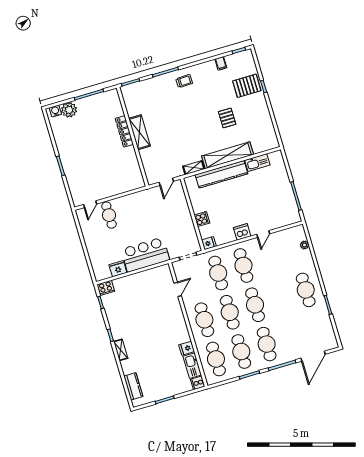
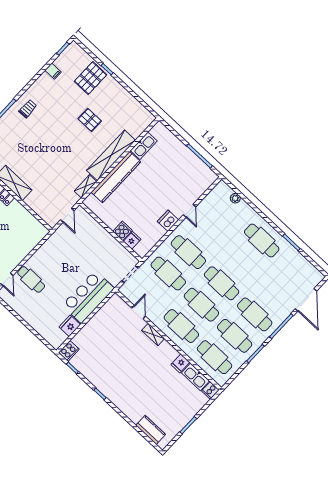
fridge: (209, 243) -> (132, 240), moved
shelving: (121, 350) -> (153, 335), moved

